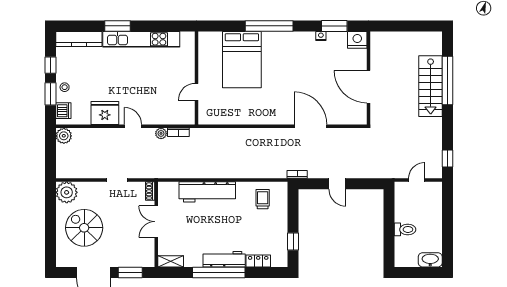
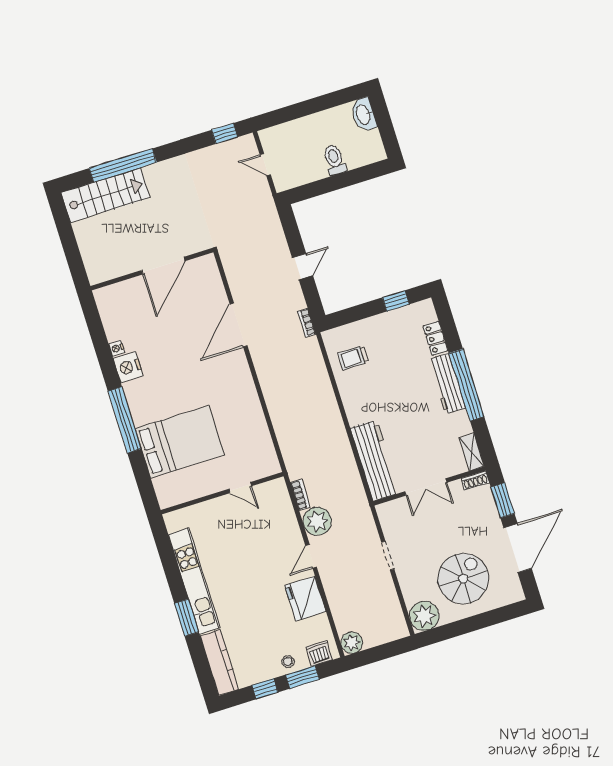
window: (334, 26) -> (98, 335), removed
nightstand: (357, 40) -> (128, 367), moved
stairs: (431, 86) -> (106, 195), moved
plant: (161, 133) -> (317, 521), width x1.87, depth x1.87
shoe rack: (150, 191) -> (475, 480), moved
workbench: (207, 192) -> (375, 460), moved
spiral stairs: (84, 228) -> (463, 579), turned 180

